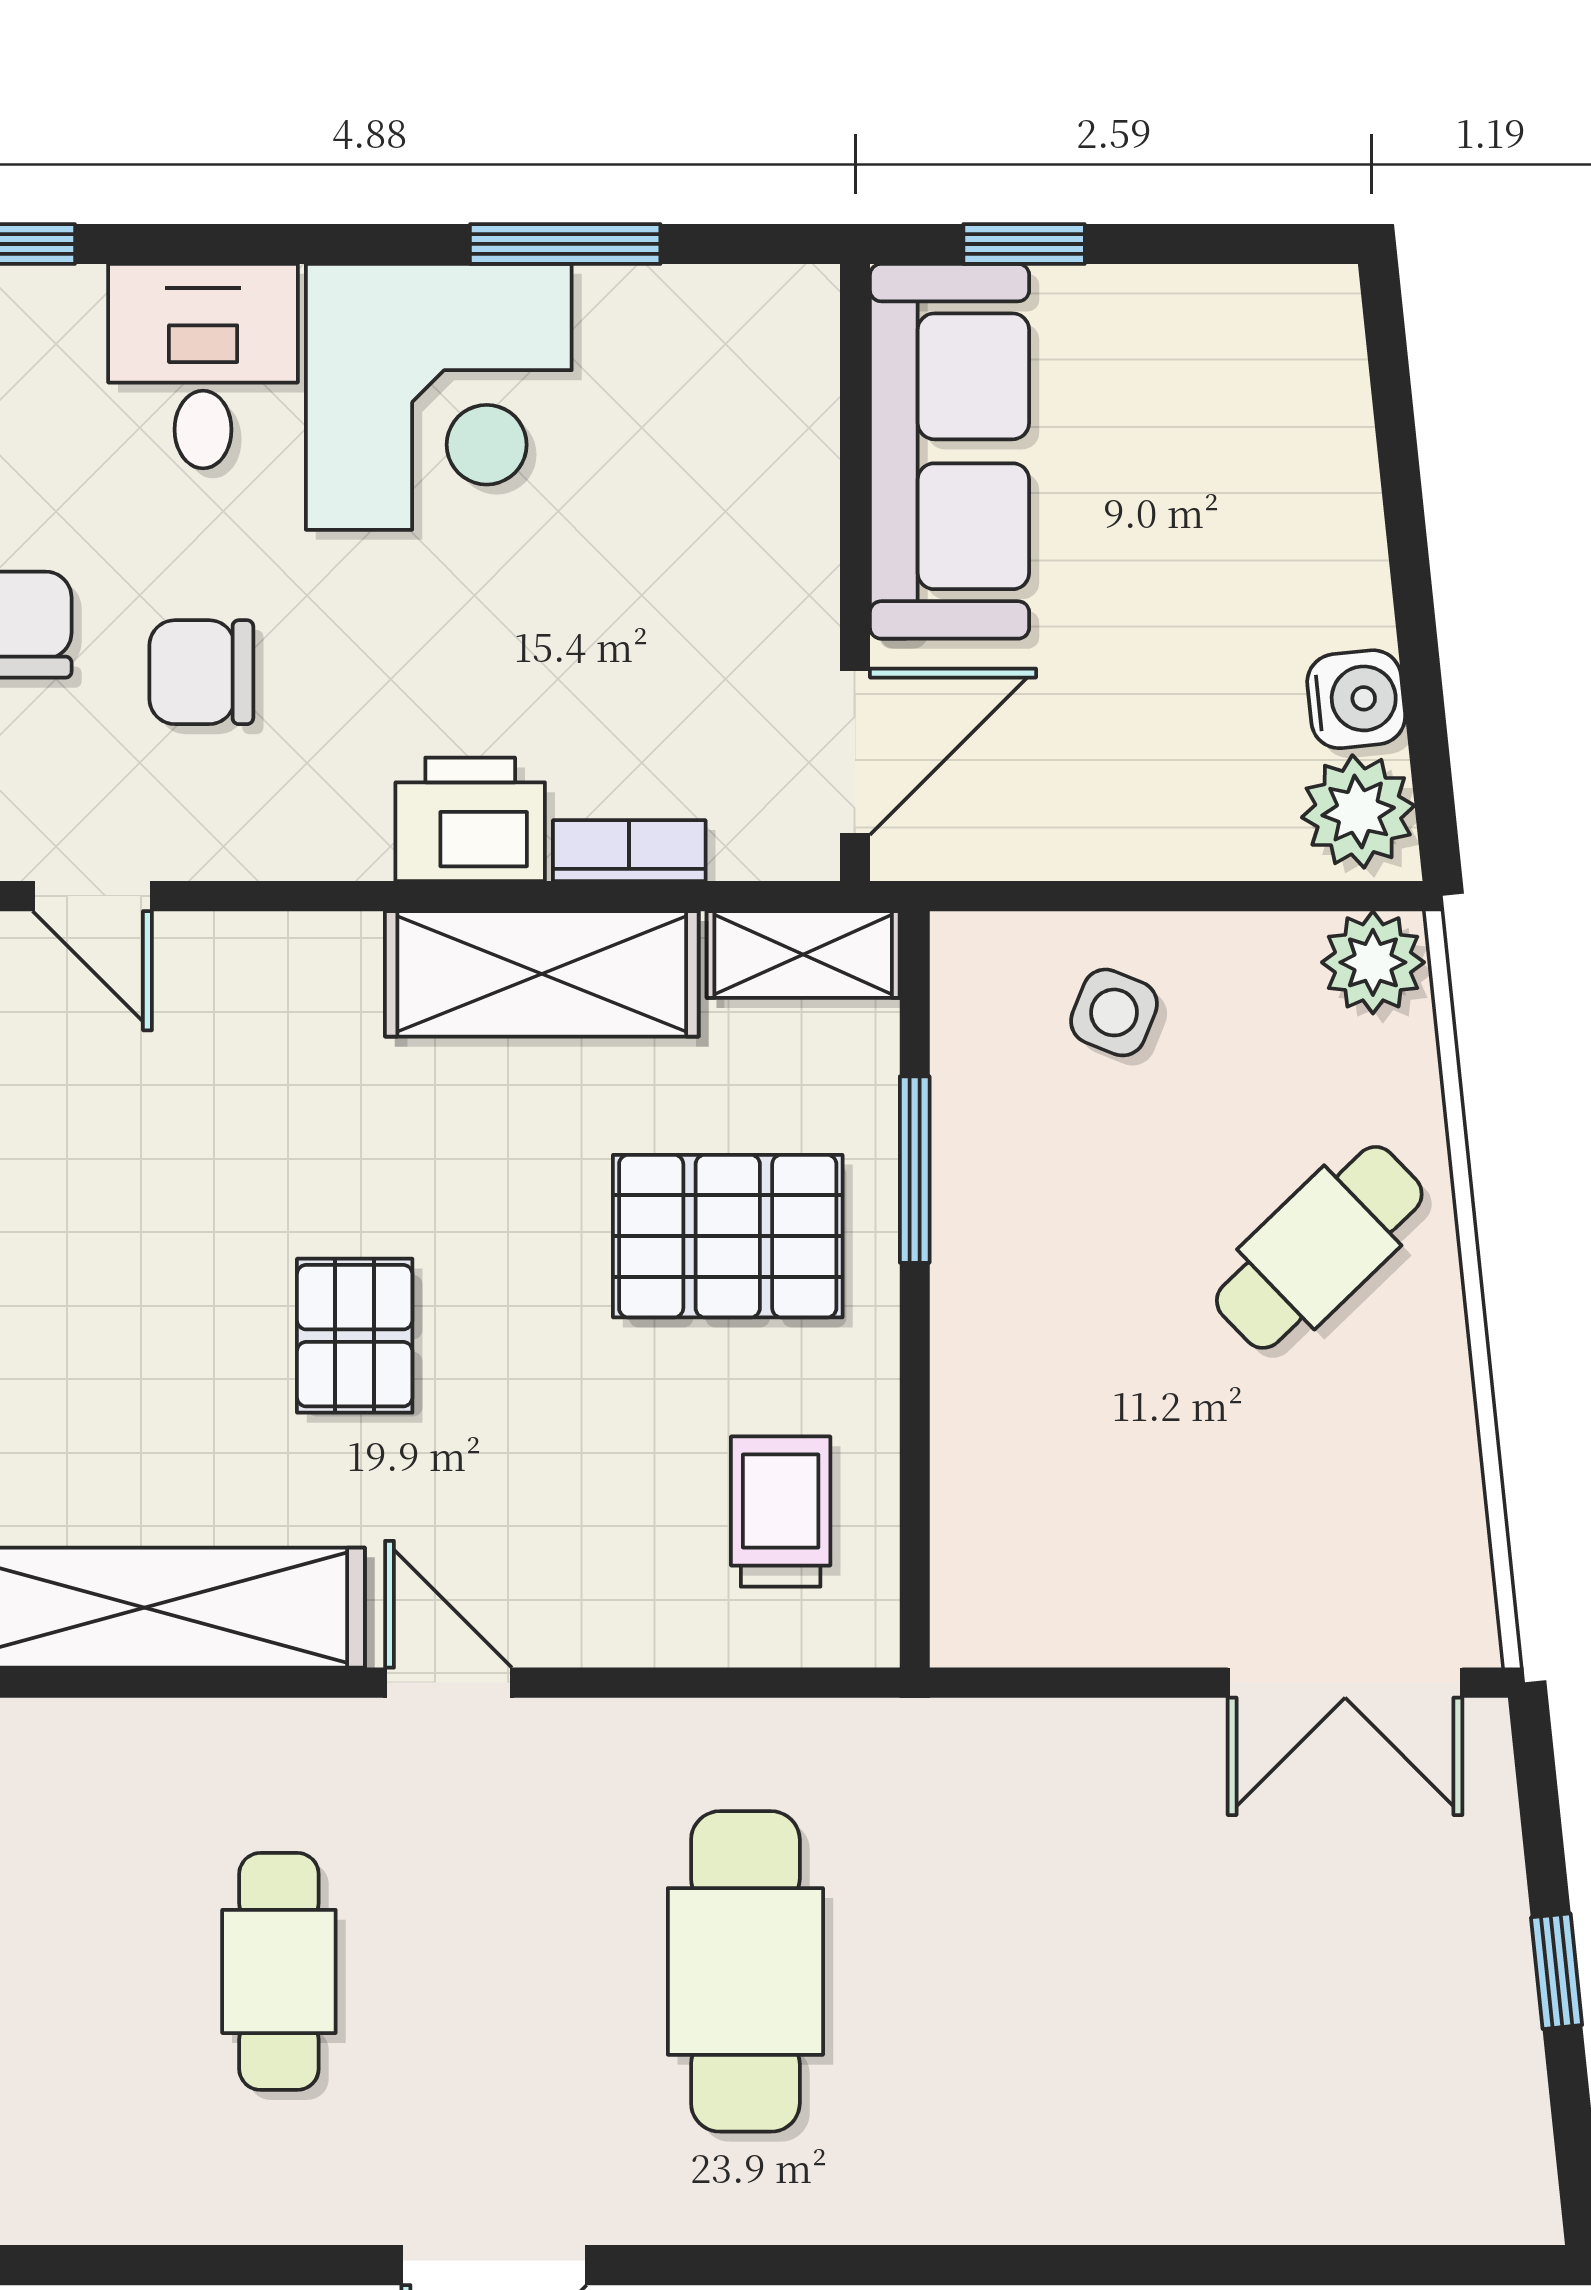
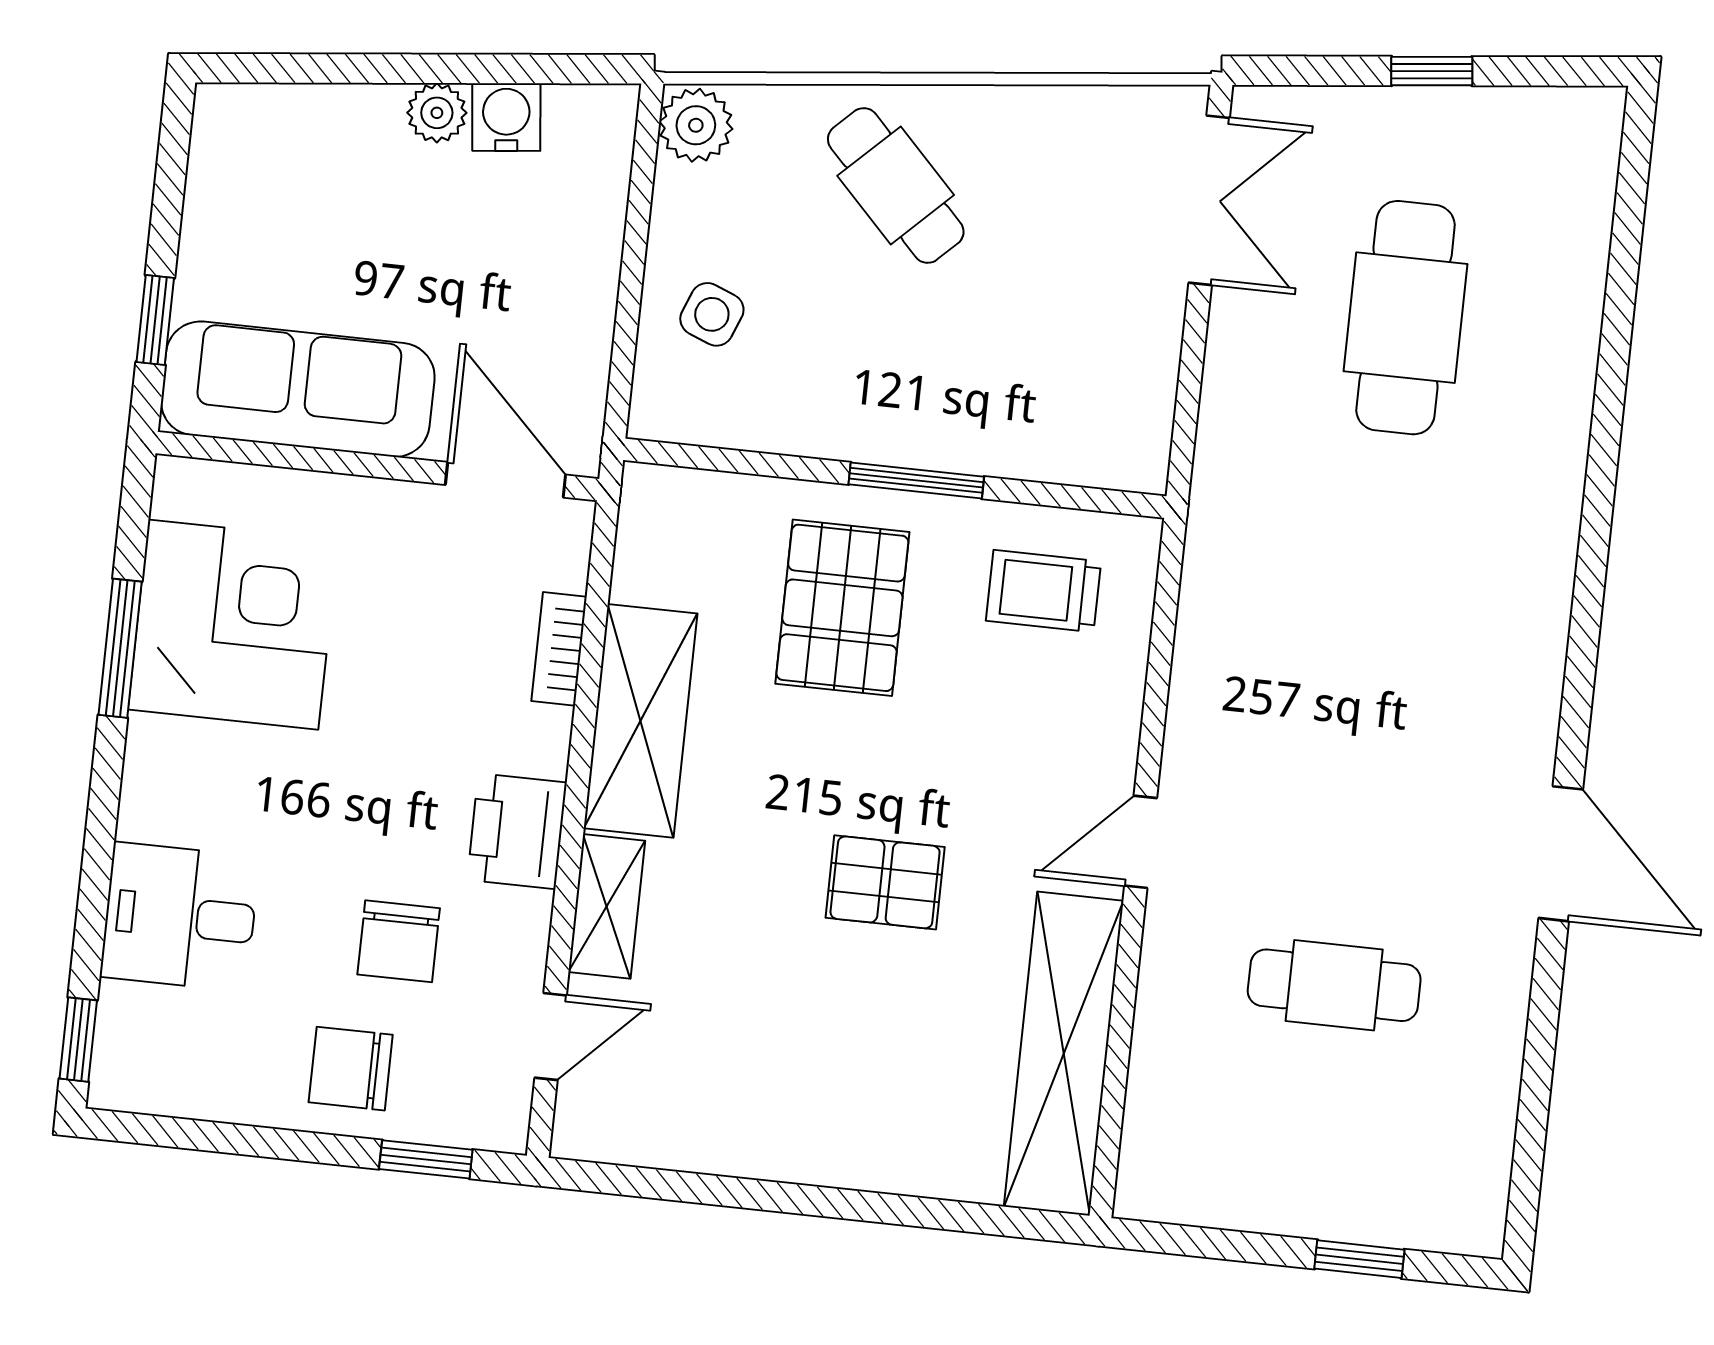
corner desk: (439, 397) -> (233, 625), moved
plant: (1358, 811) -> (437, 113), moved, width x0.73, depth x0.73
printer: (470, 819) -> (517, 831), moved
shelving: (803, 954) -> (607, 906), moved
window: (915, 1170) -> (916, 480), moved
cafe table: (745, 1971) -> (1406, 318), moved, turned 90

